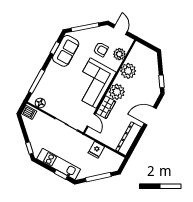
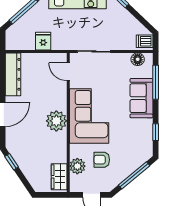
sofa: (66, 51) -> (141, 98), moved
plant: (128, 71) -> (57, 152), removed
wardrobe: (106, 107) -> (59, 177), moved

